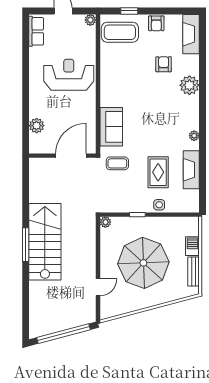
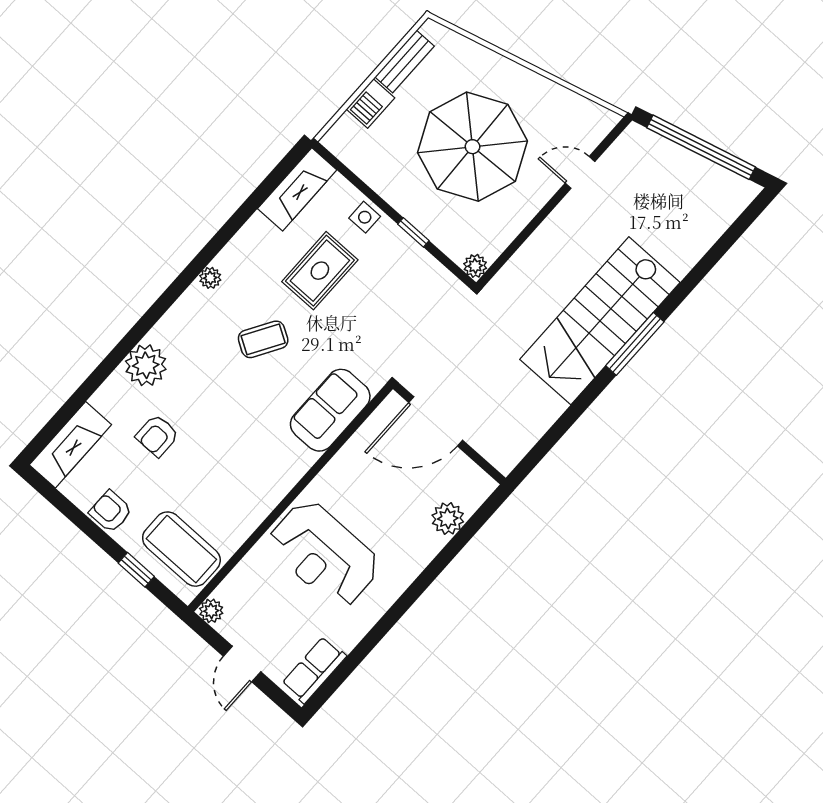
armchair: (156, 23) -> (111, 511), turned -90
coffee table: (117, 163) -> (263, 339), moved, turned -59
fireplace: (191, 170) -> (297, 189), moved

